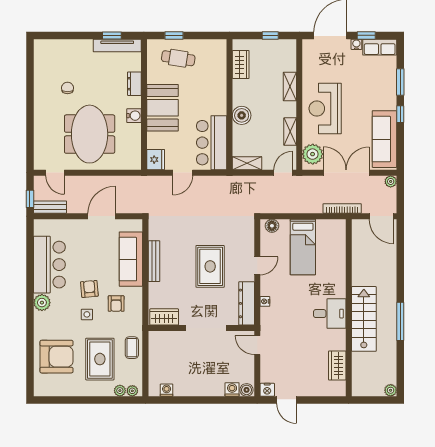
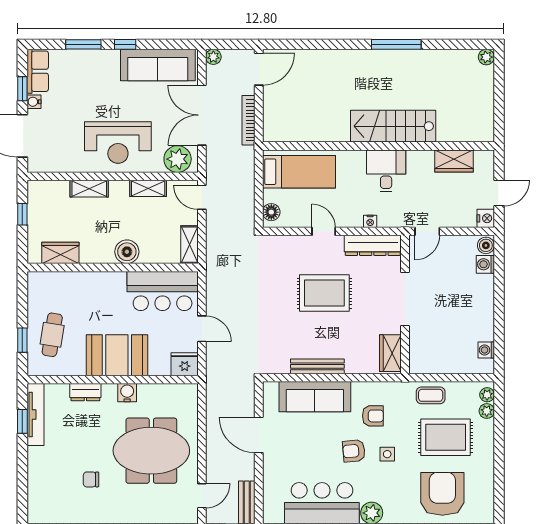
wall: (349, 308) -> (378, 146), moved
desk: (330, 314) -> (386, 171), moved
stairs: (364, 319) -> (393, 126), moved
wardrobe: (337, 366) -> (454, 161), moved

